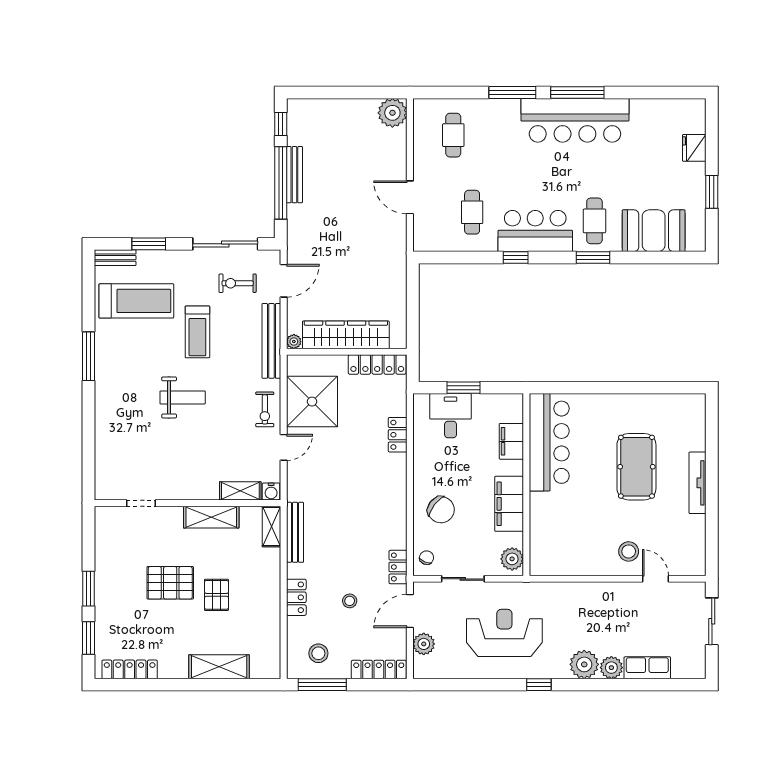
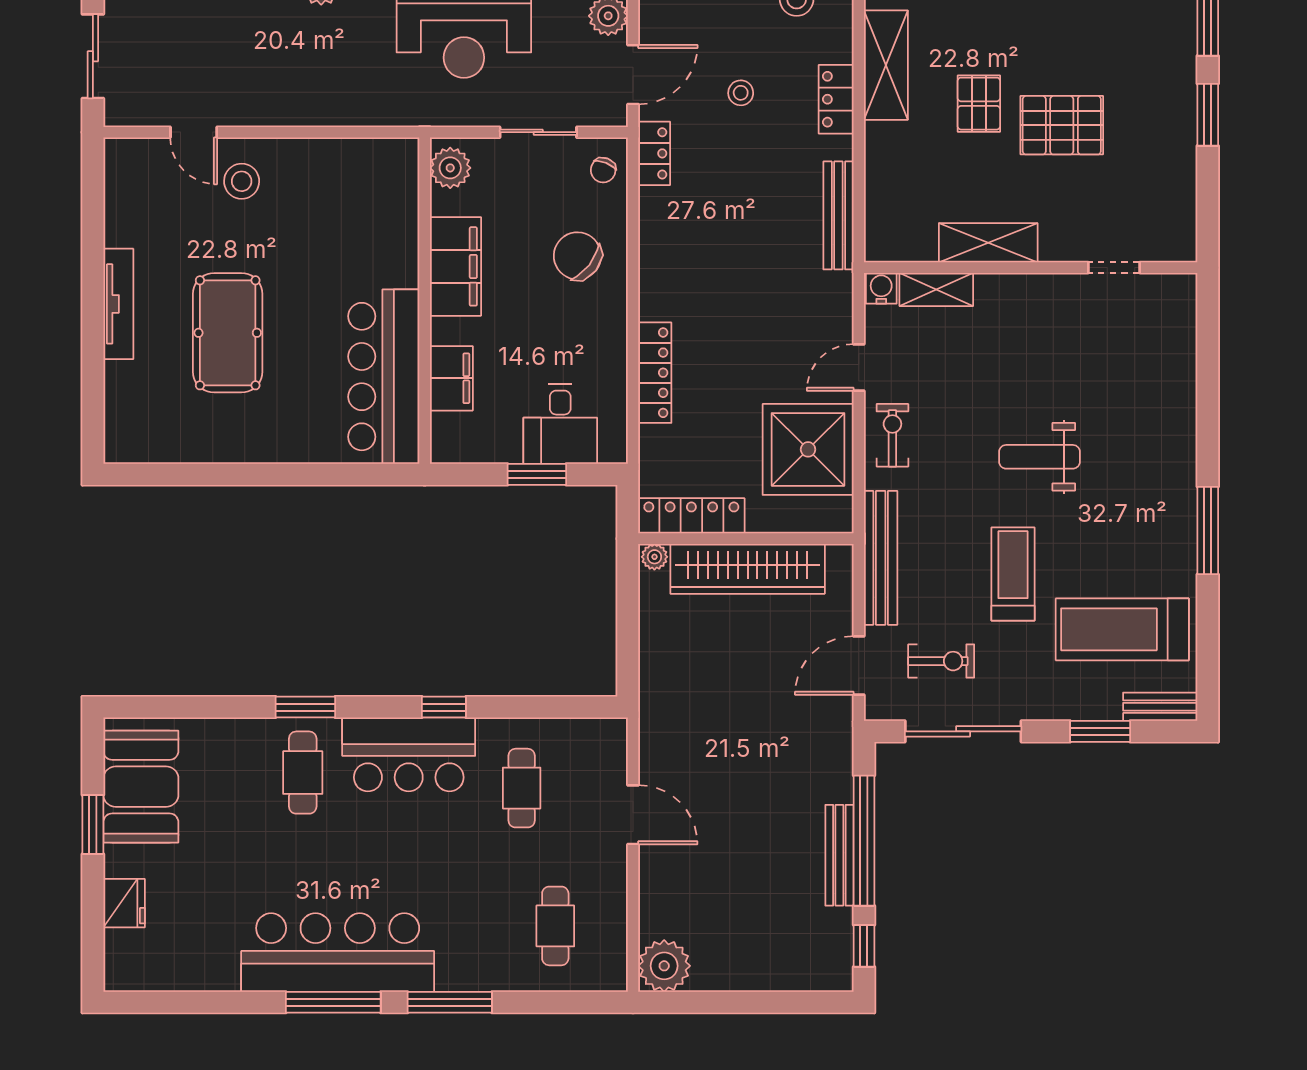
booth: (654, 231) -> (141, 787), moved, turned 90
plant: (294, 342) -> (654, 557), moved
locker: (398, 435) -> (655, 373), width x1.53
shelving: (272, 526) -> (886, 65), moved, width x1.50, depth x1.33

